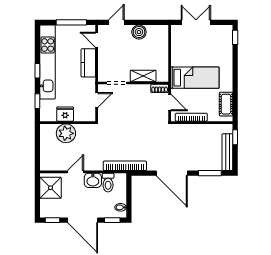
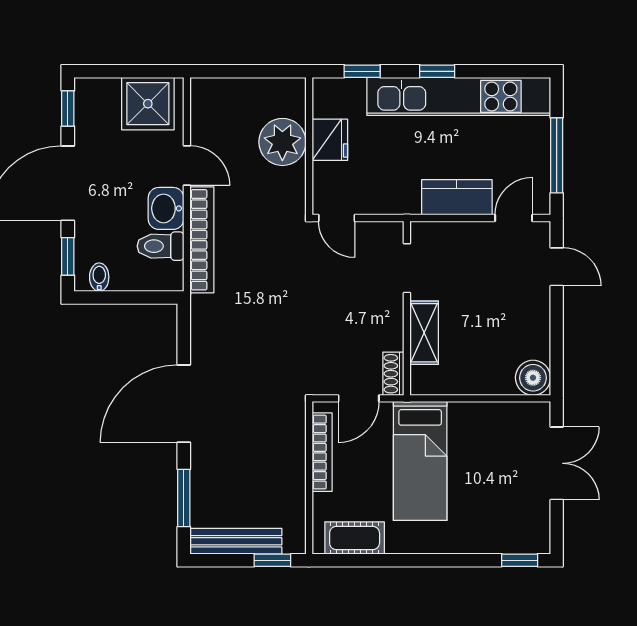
boiler: (139, 32) -> (533, 378), moved
door: (97, 100) -> (337, 218), moved
bookcase: (125, 166) -> (202, 240), moved

